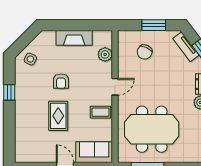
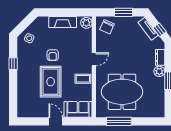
chair: (145, 52) -> (107, 27), moved
plant: (105, 54) -> (86, 23), moved
rug: (58, 116) -> (51, 82), width x1.36, depth x1.43

